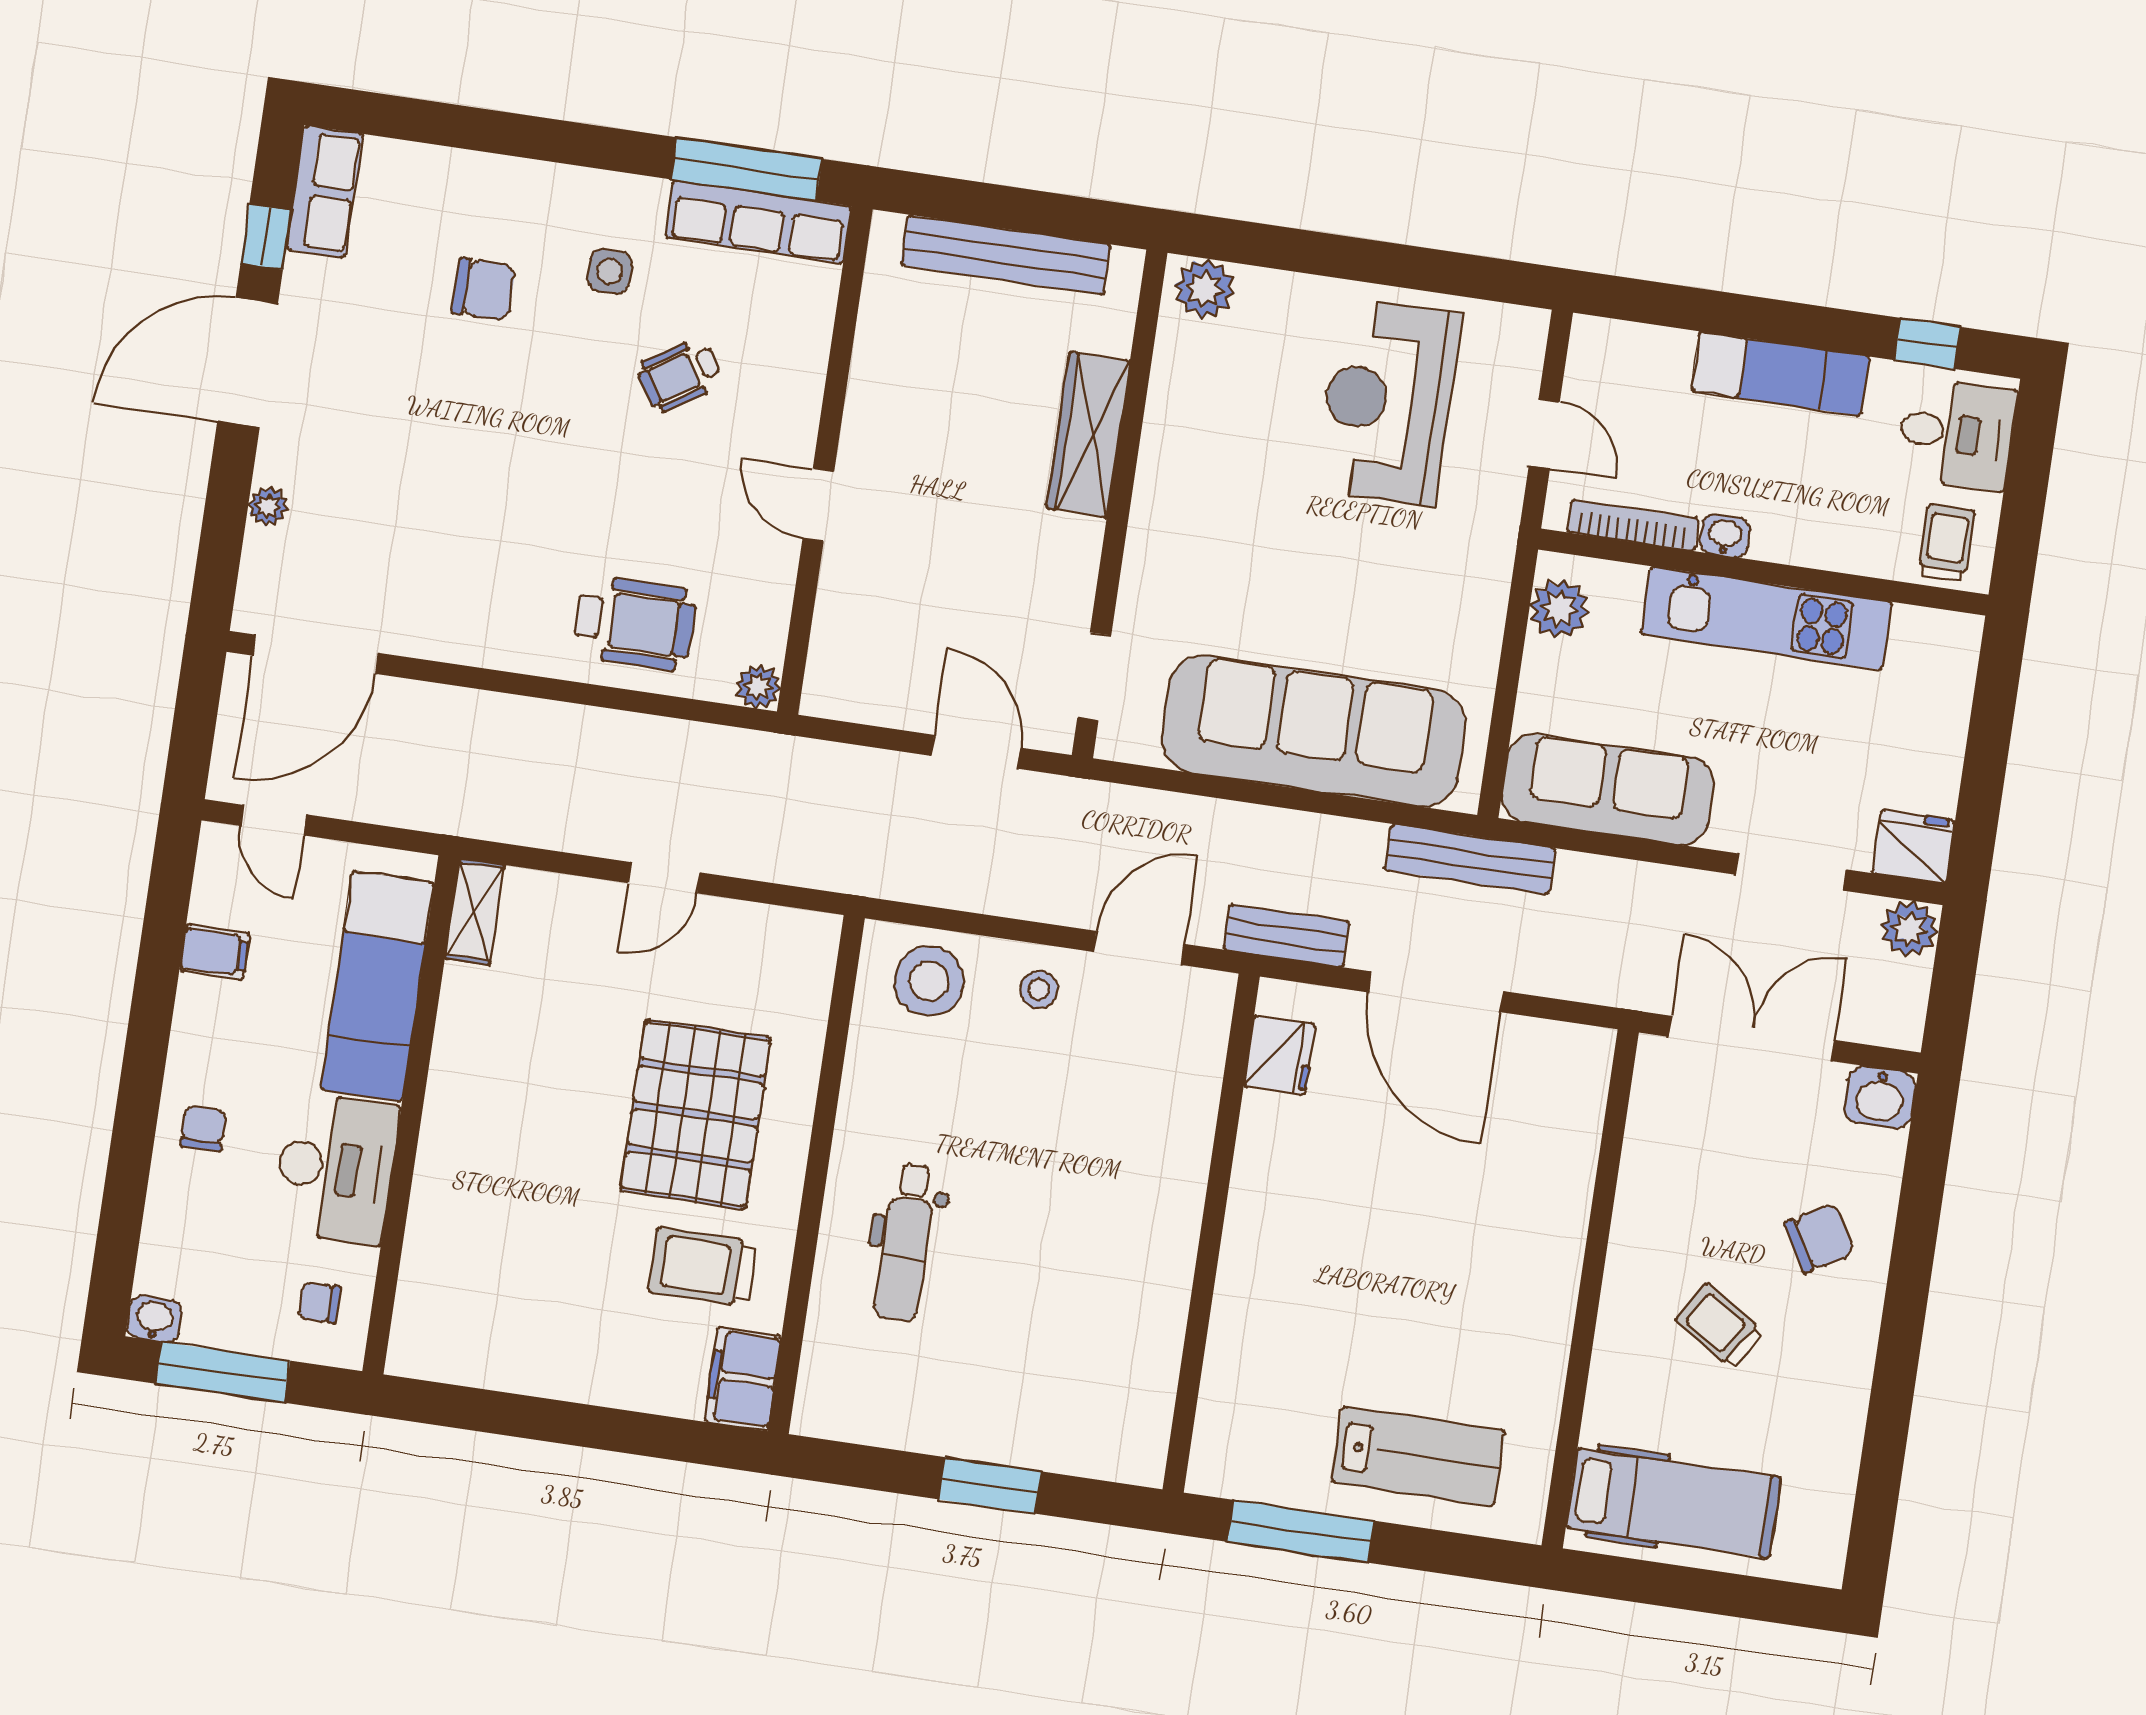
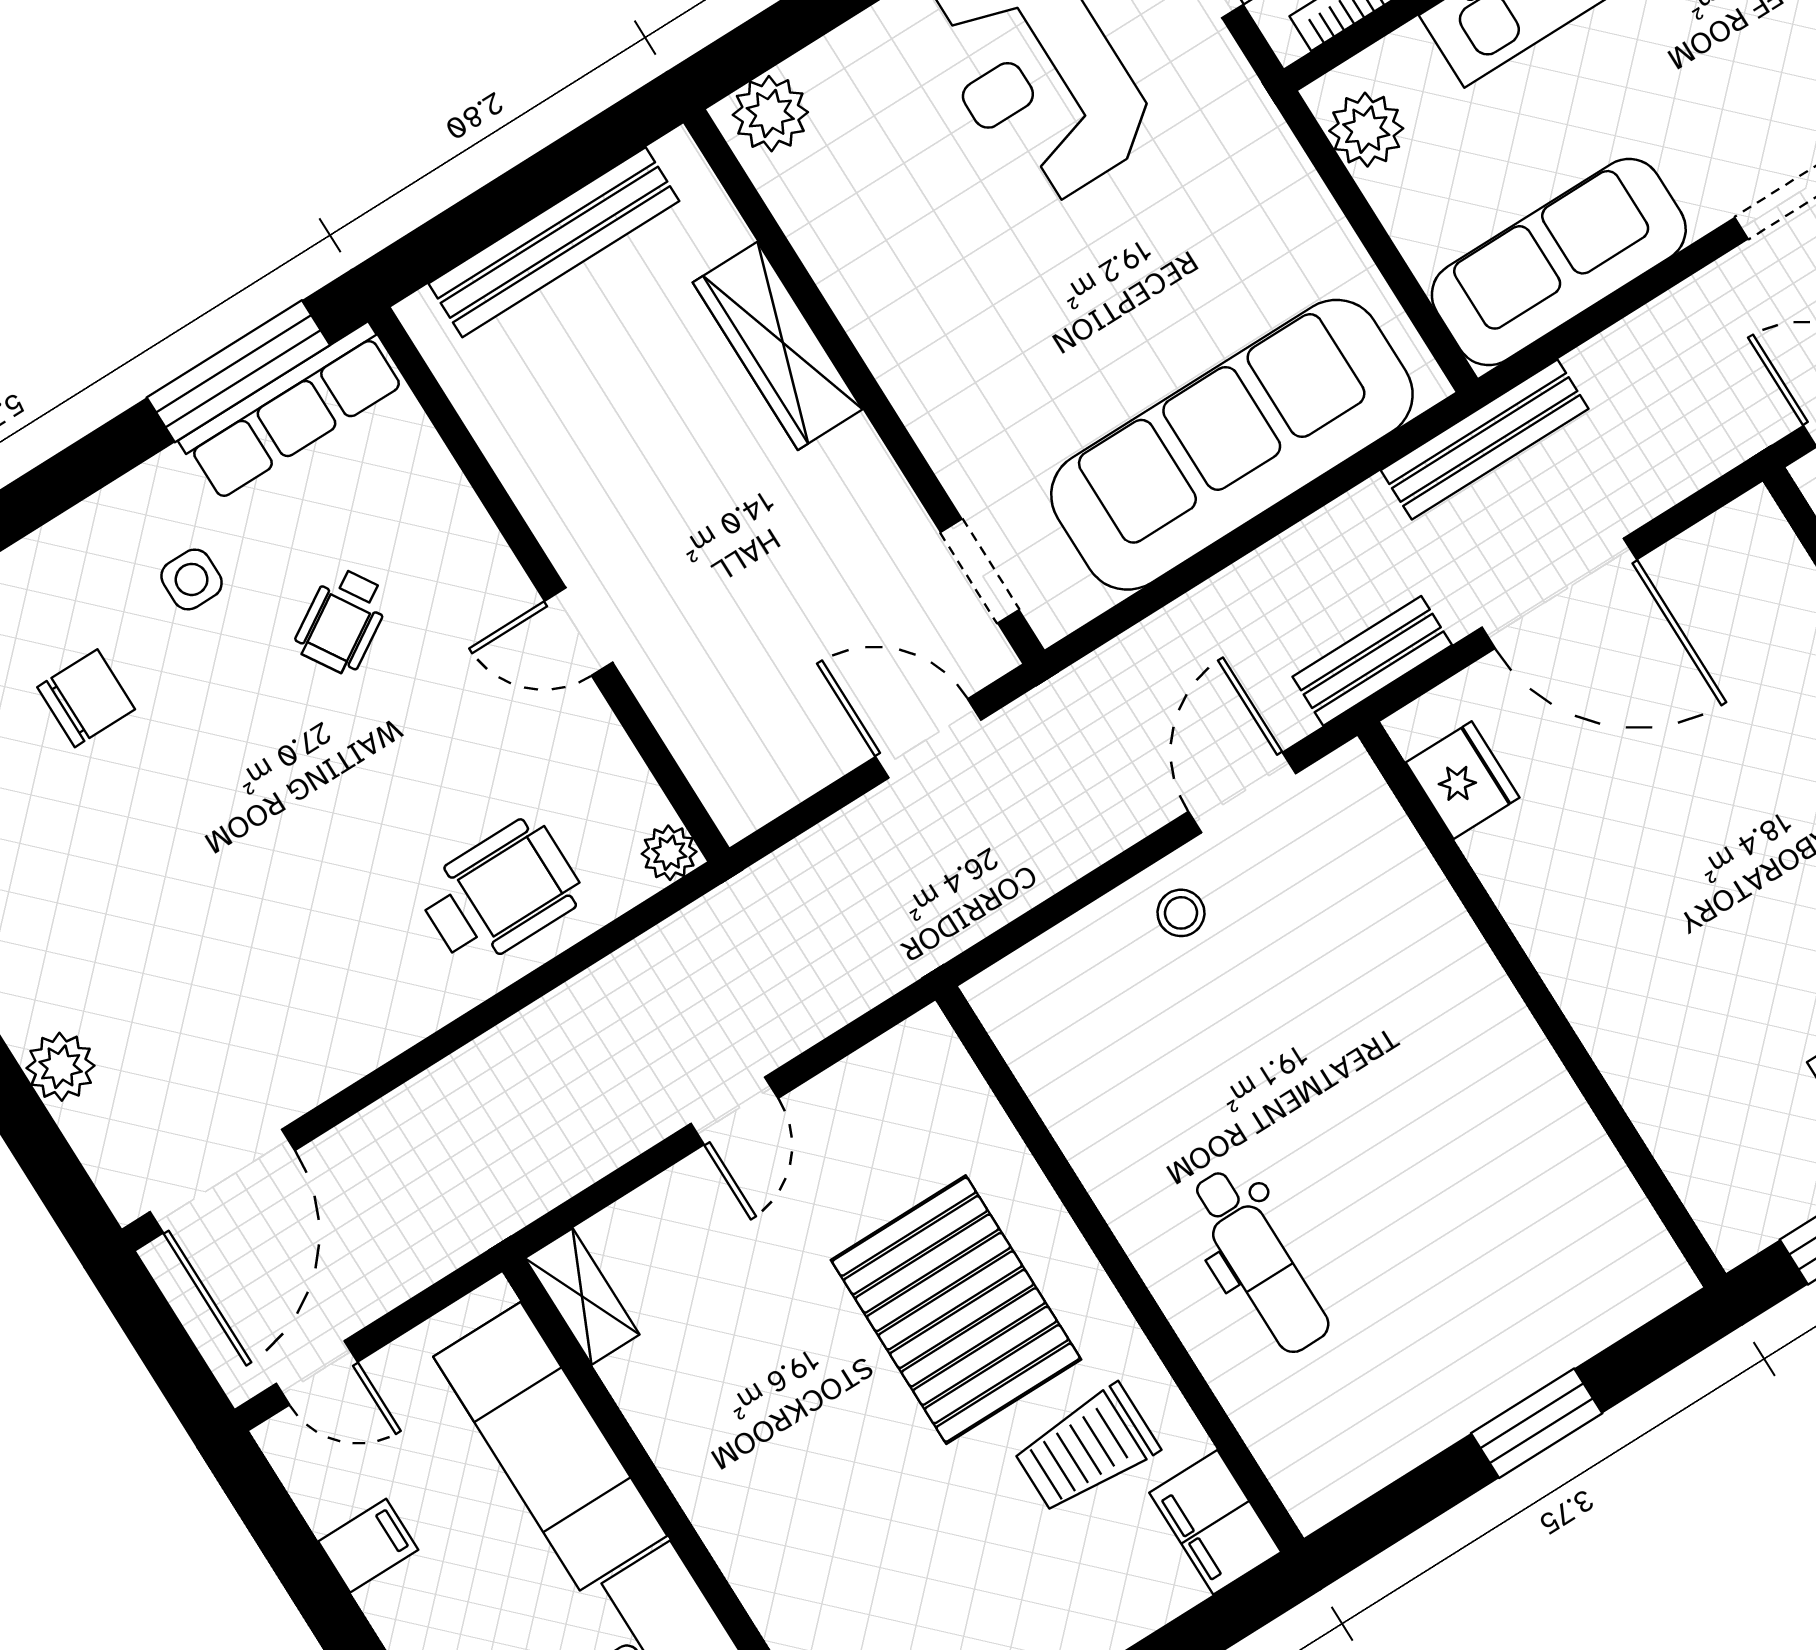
plant: (268, 507) -> (61, 1067), width x1.38, depth x1.38
stool: (929, 981) -> (1070, 994), removed

